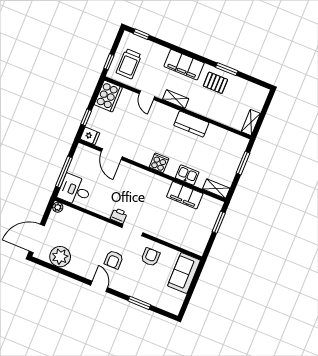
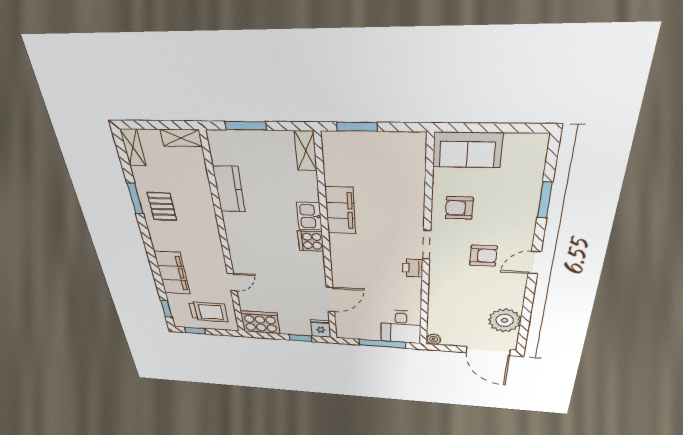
window: (109, 62) -> (195, 331), moved
filing cabinet: (184, 65) -> (172, 273), moved
shelving: (176, 99) -> (133, 147), moved
kitchen counter: (191, 124) -> (229, 189), moved
kitchen sink: (187, 175) -> (309, 216), moved
filing cabinet: (185, 195) -> (340, 210), moved

